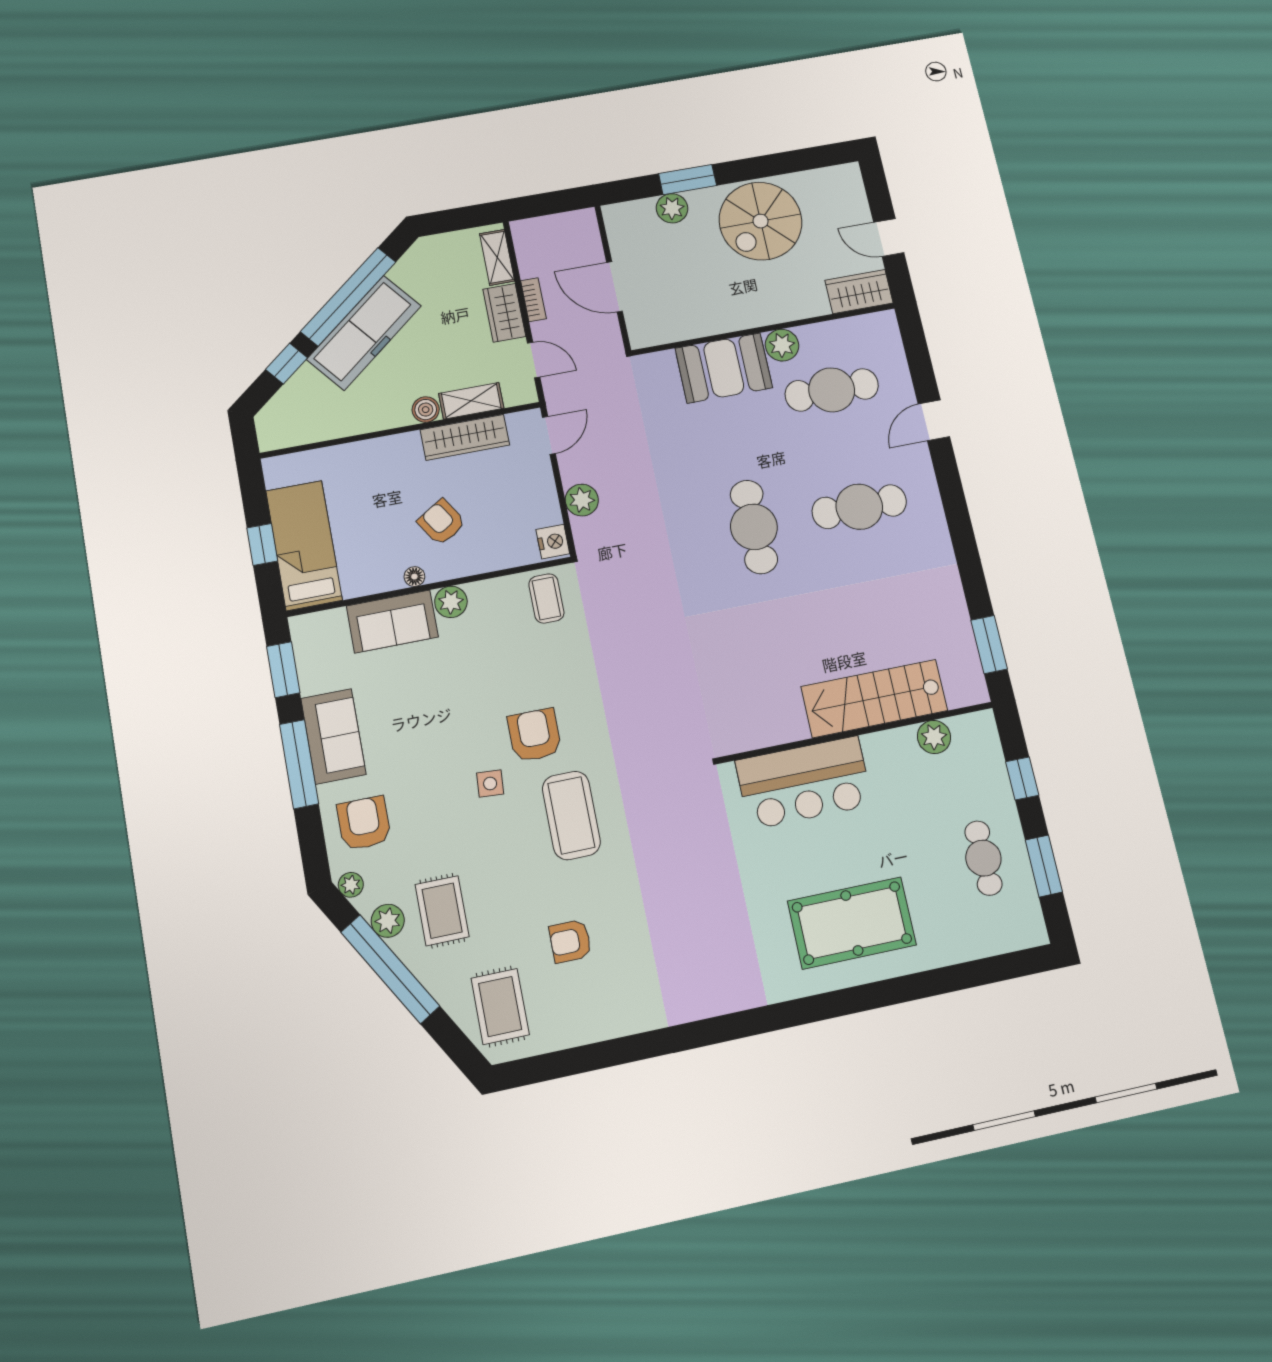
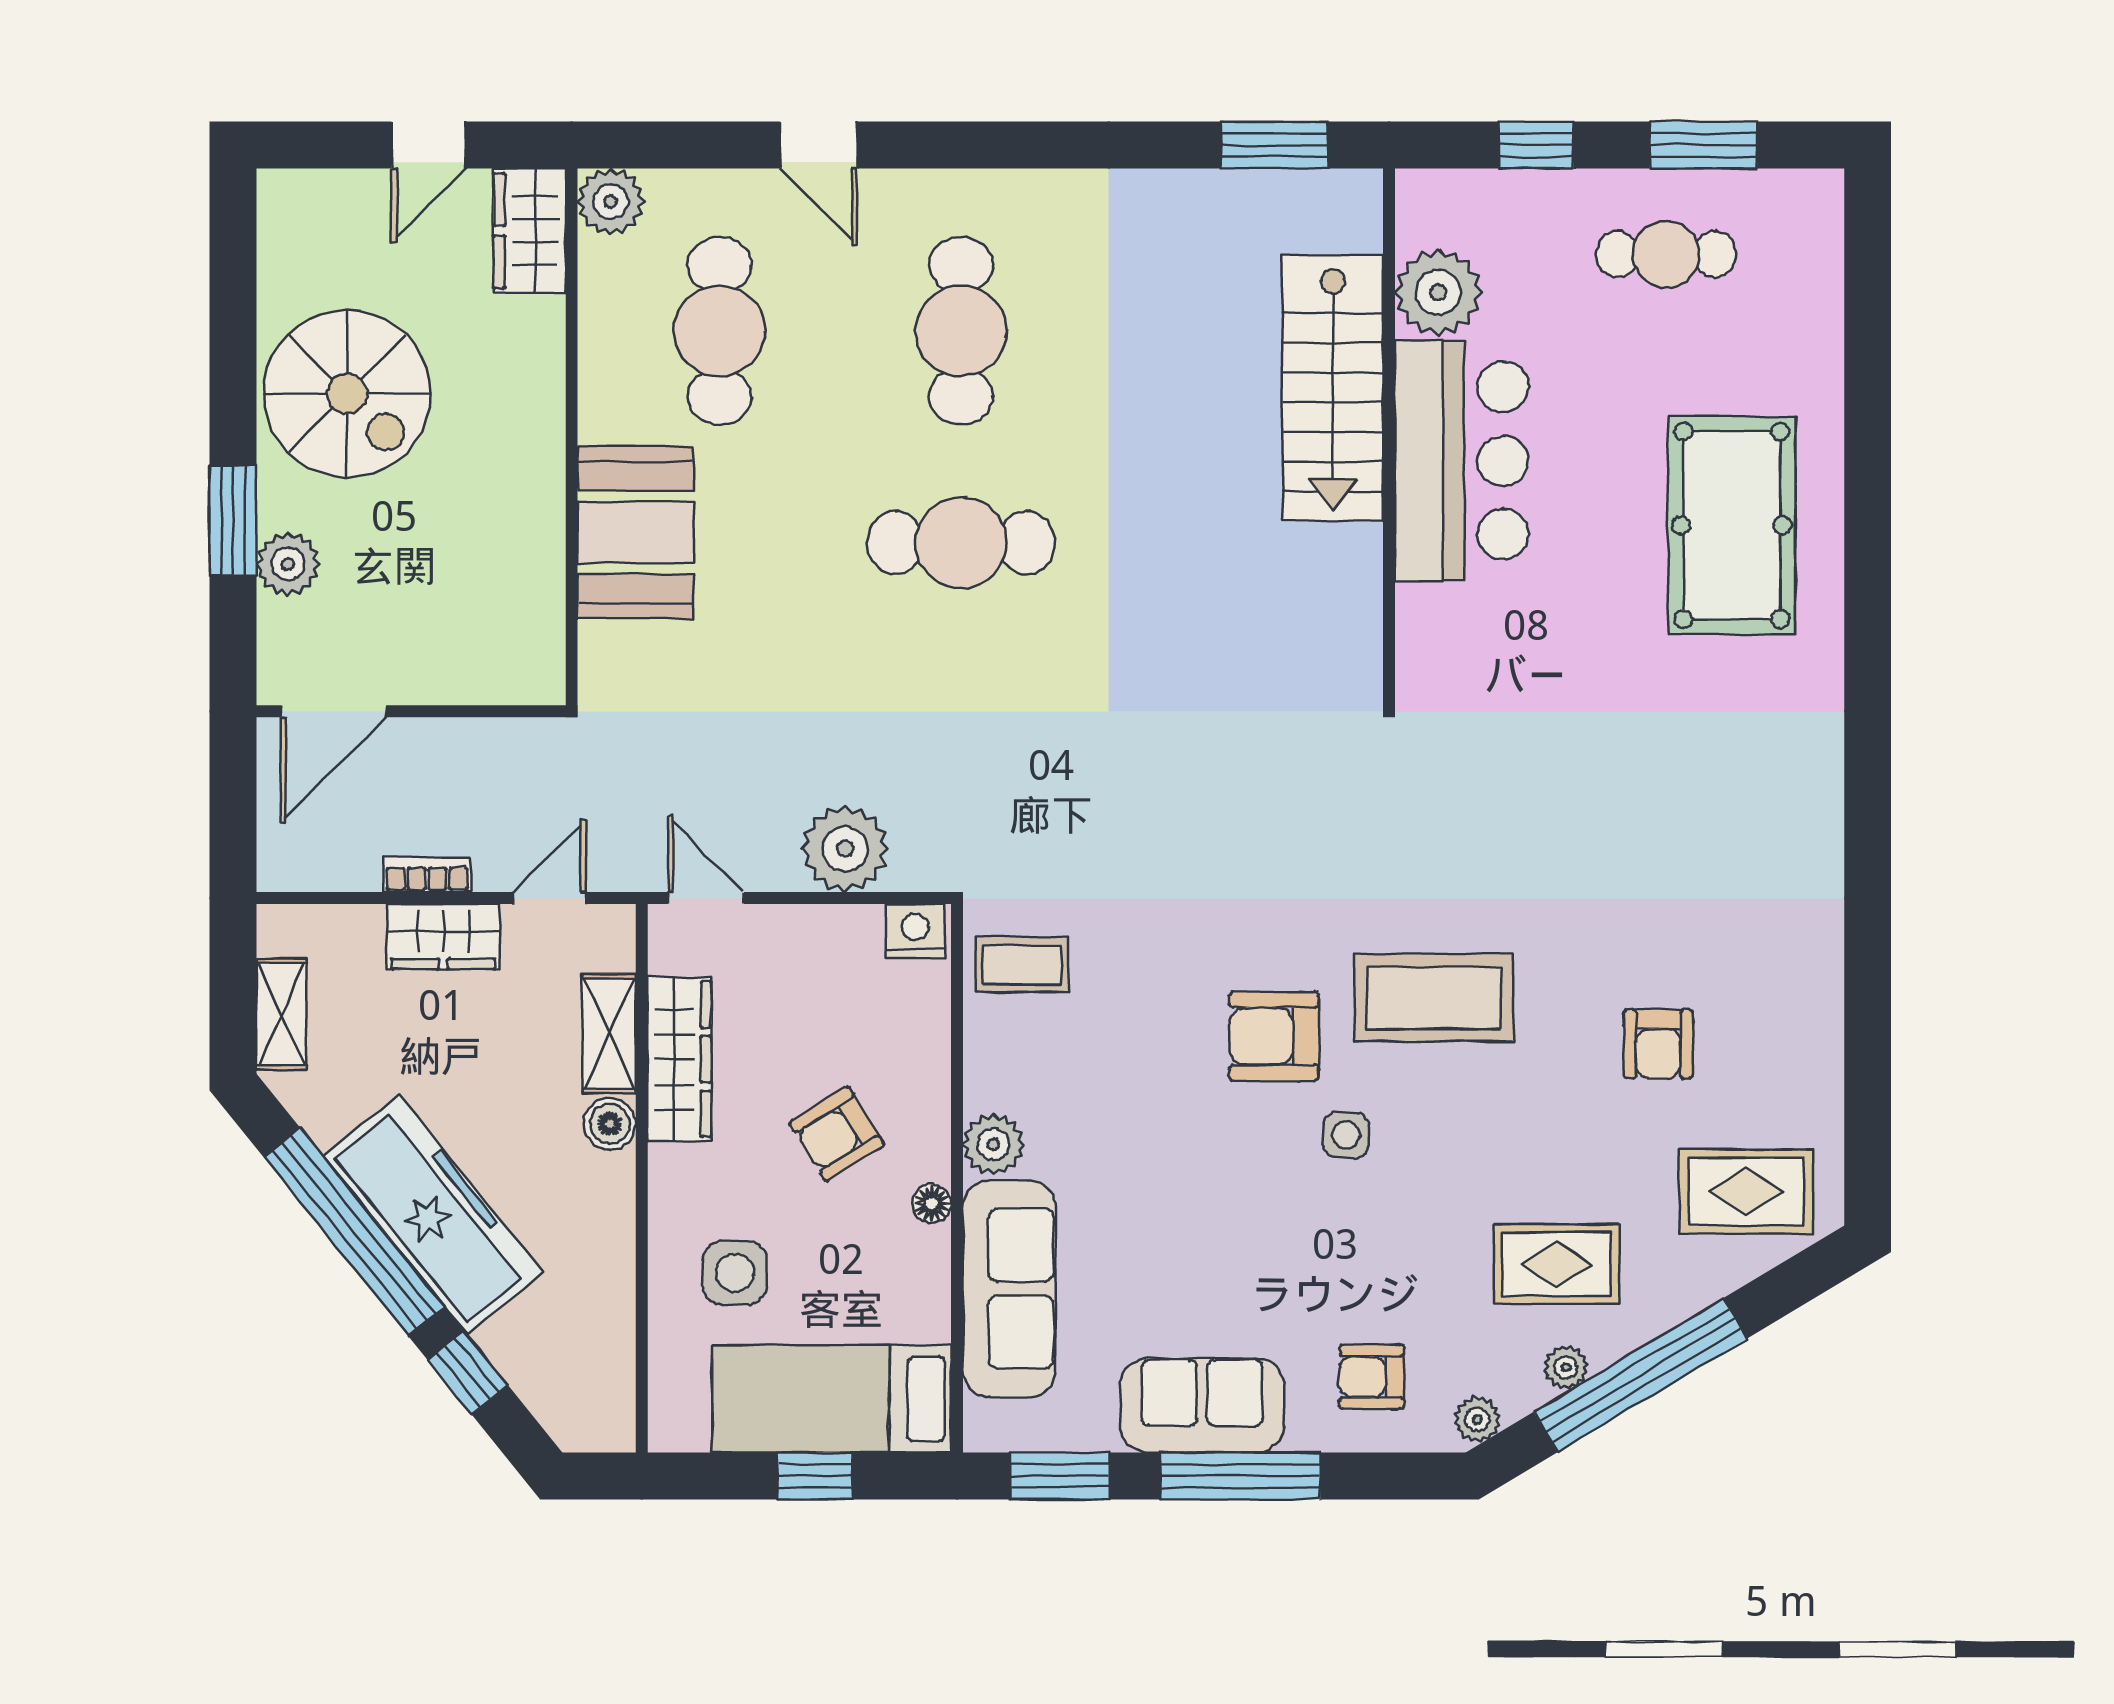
shelving: (497, 257) -> (281, 1014), moved, turned 90
door: (615, 287) -> (333, 711), moved
plant: (782, 345) -> (611, 201), moved
side table: (361, 485) -> (735, 1273), added
plant: (582, 500) -> (845, 849), width x1.36, depth x1.36
sofa: (392, 621) -> (1009, 1289), width x1.36
plant: (934, 737) -> (1438, 292), width x1.36, depth x1.36
bar counter: (804, 783) -> (1462, 461), moved
armchair: (364, 823) -> (1372, 1377), width x0.72, depth x0.72
plant: (388, 921) -> (1566, 1367), width x0.73, depth x0.73

